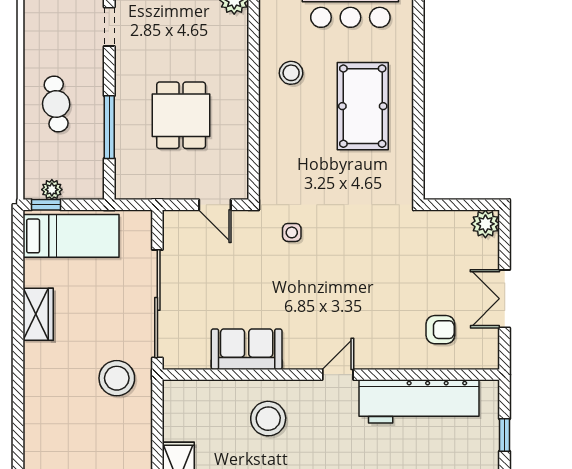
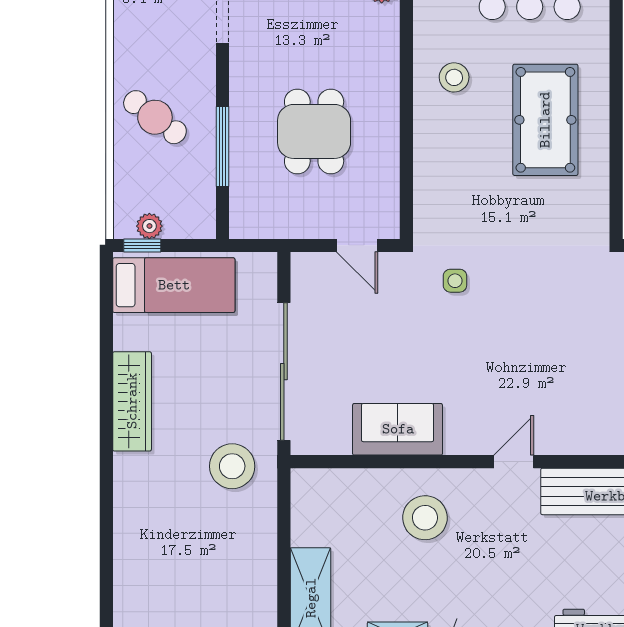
cafe table: (56, 104) -> (155, 117), turned -46
wardrobe: (38, 314) -> (132, 401), width x1.50

